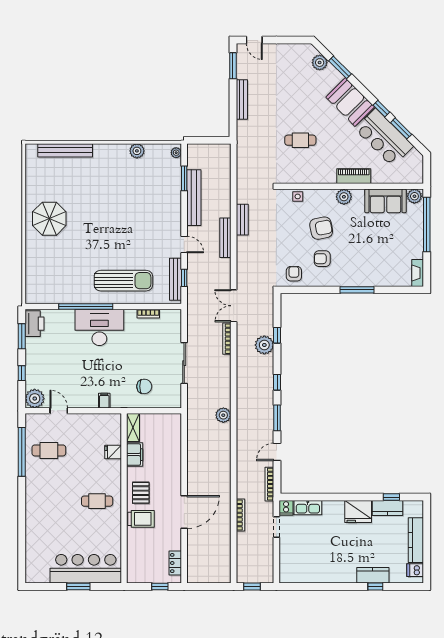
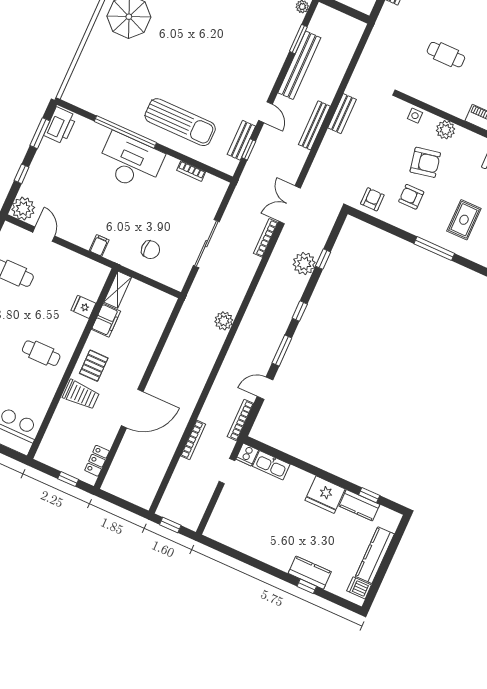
plant: (344, 197) -> (446, 130), moved
rug: (370, 258) -> (464, 220), added
bench: (176, 279) -> (241, 140), width x0.73

